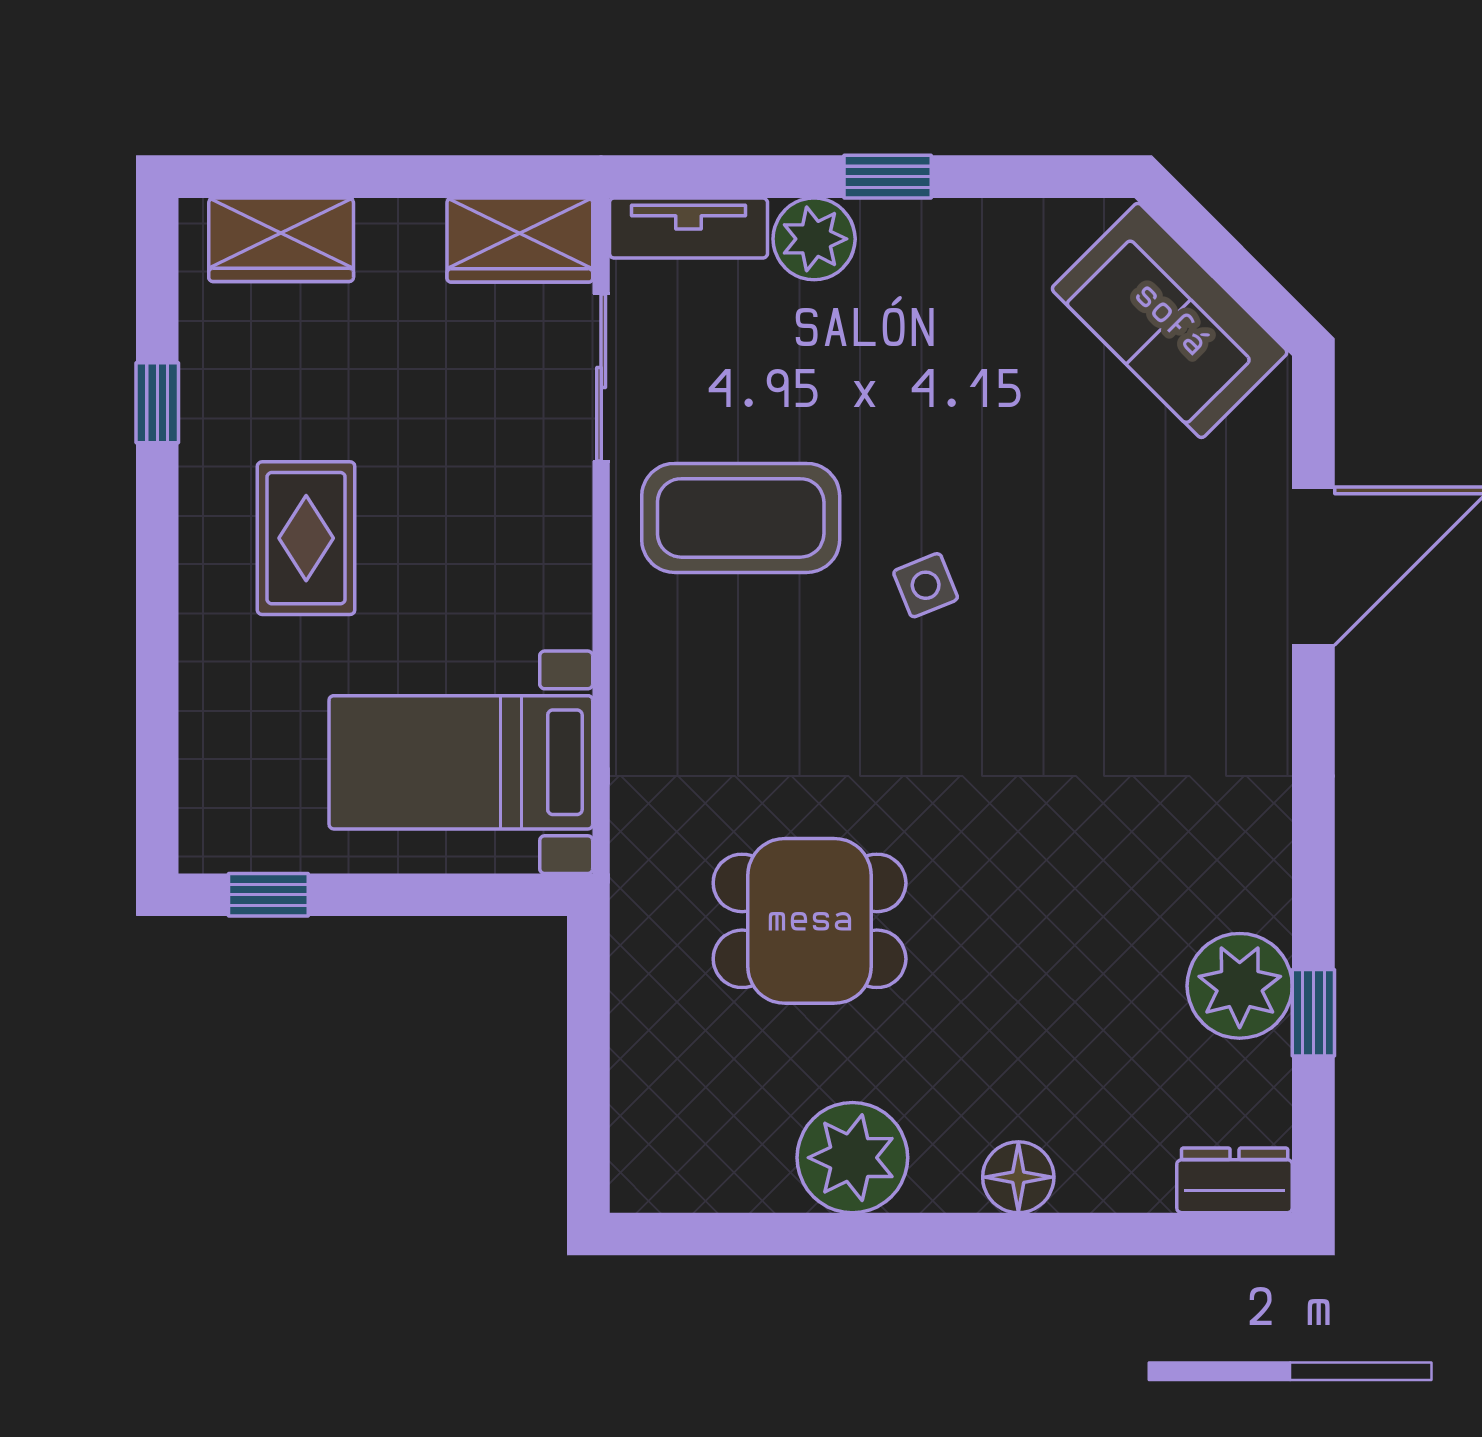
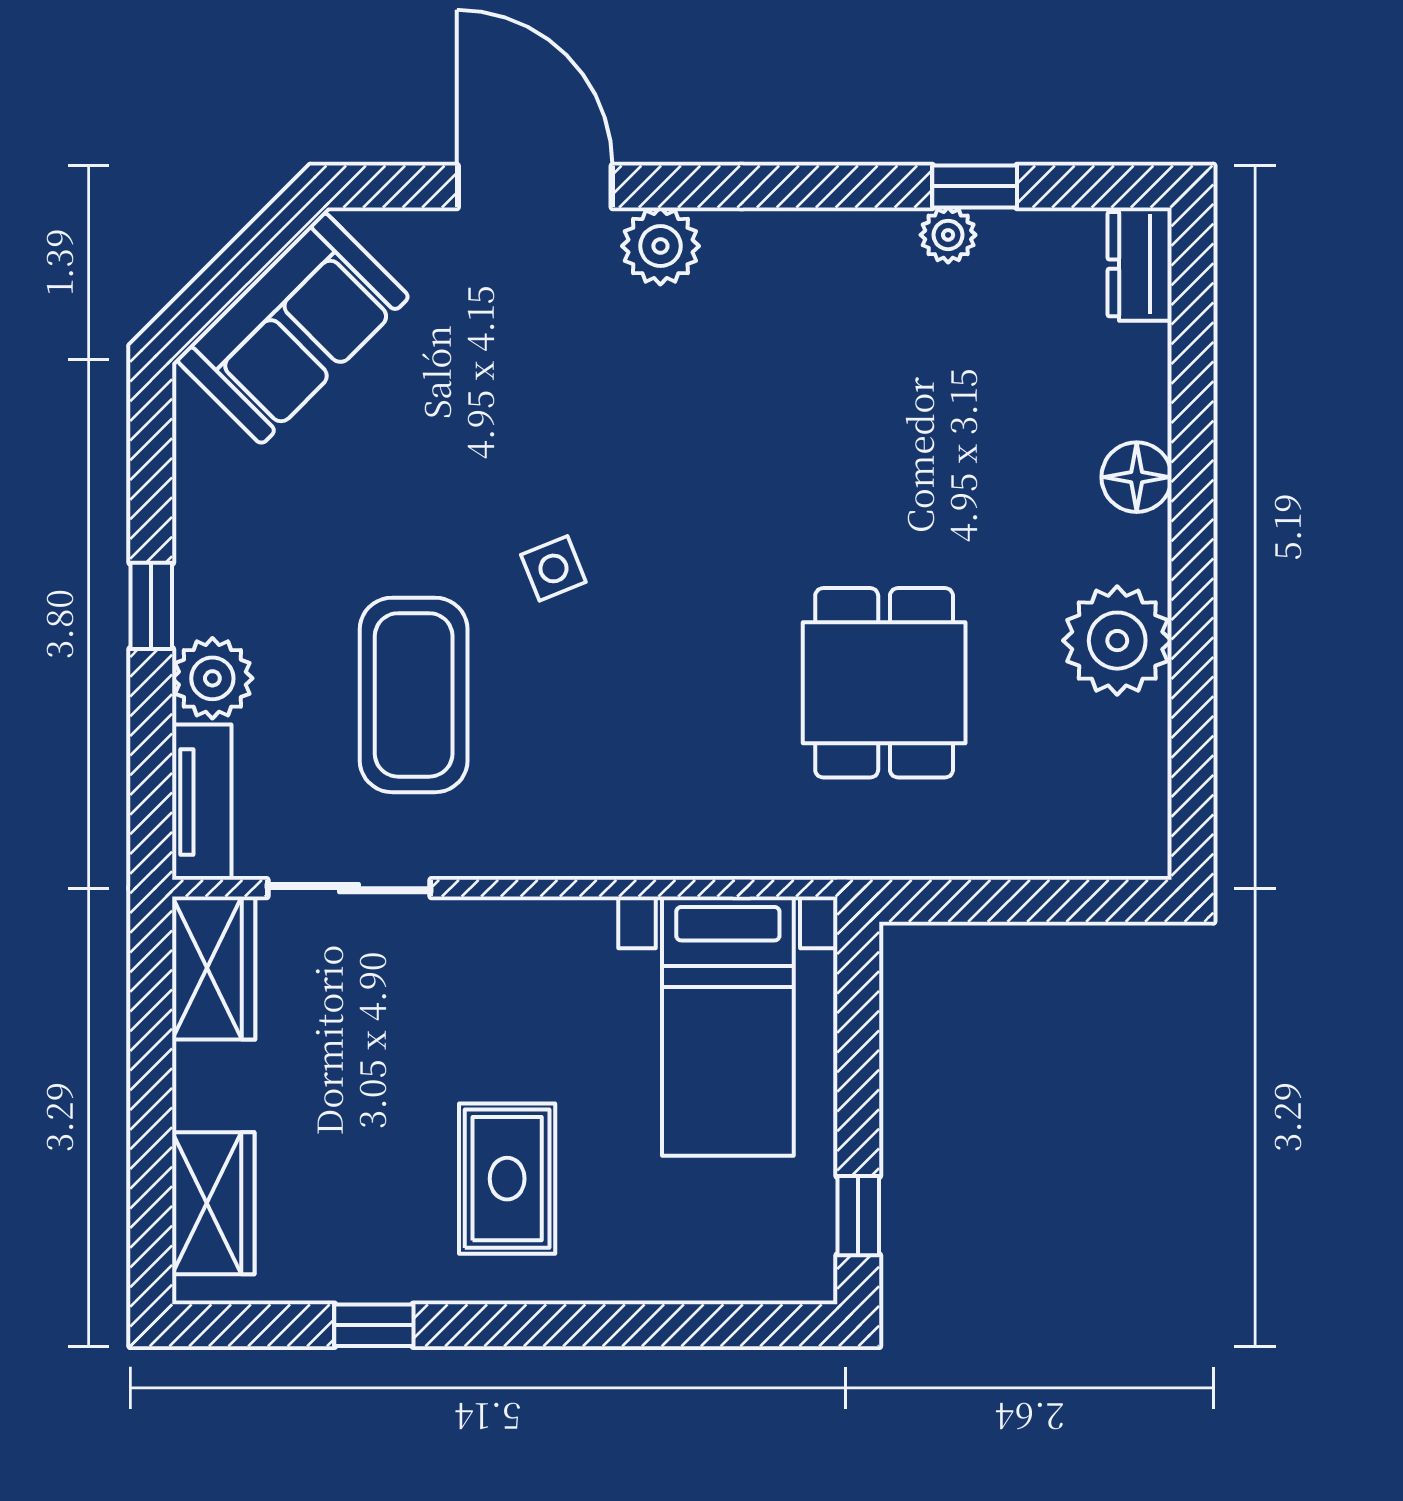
coffee table: (741, 518) -> (414, 695), moved
rug: (306, 538) -> (507, 1179), turned 90
plant: (1253, 694) -> (660, 246), added
plant: (1240, 986) -> (948, 235), width x0.53, depth x0.53

